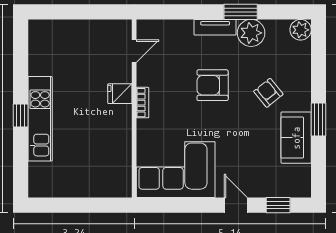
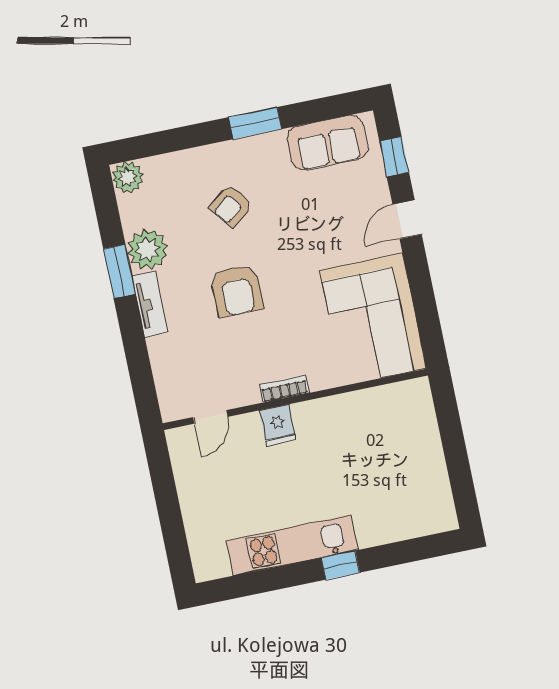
door: (134, 51) -> (210, 417), swing flipped
kitchen unit: (40, 119) -> (292, 545), moved
sofa: (296, 138) -> (327, 143), moved

